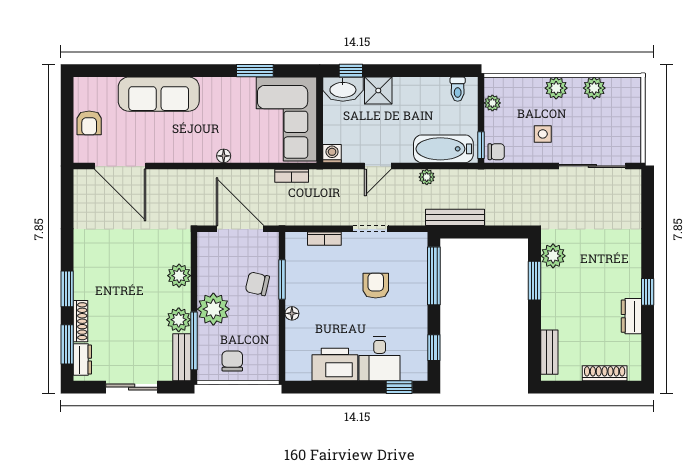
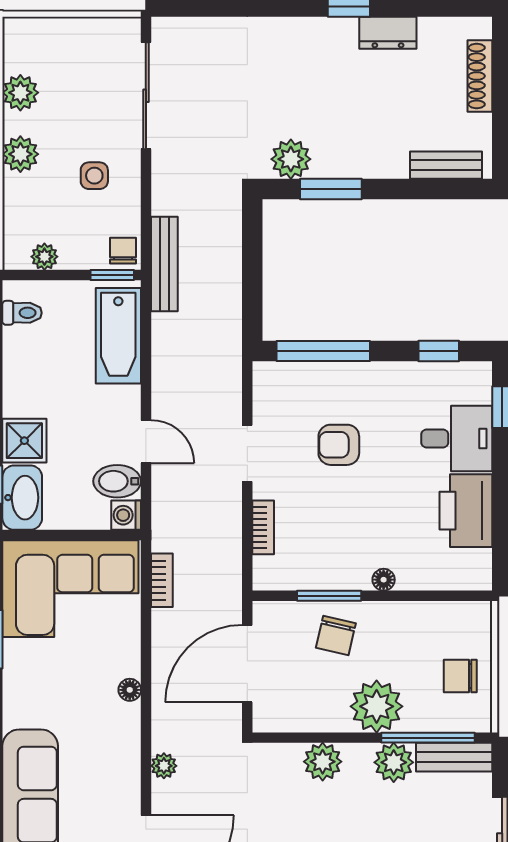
bidet: (353, 148) -> (117, 481), added
plant: (427, 177) -> (164, 766), moved
bench: (455, 217) -> (164, 264), moved

